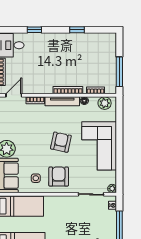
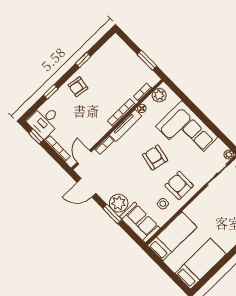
armchair: (56, 44) -> (78, 87), added
window: (119, 72) -> (147, 60), width x0.69

